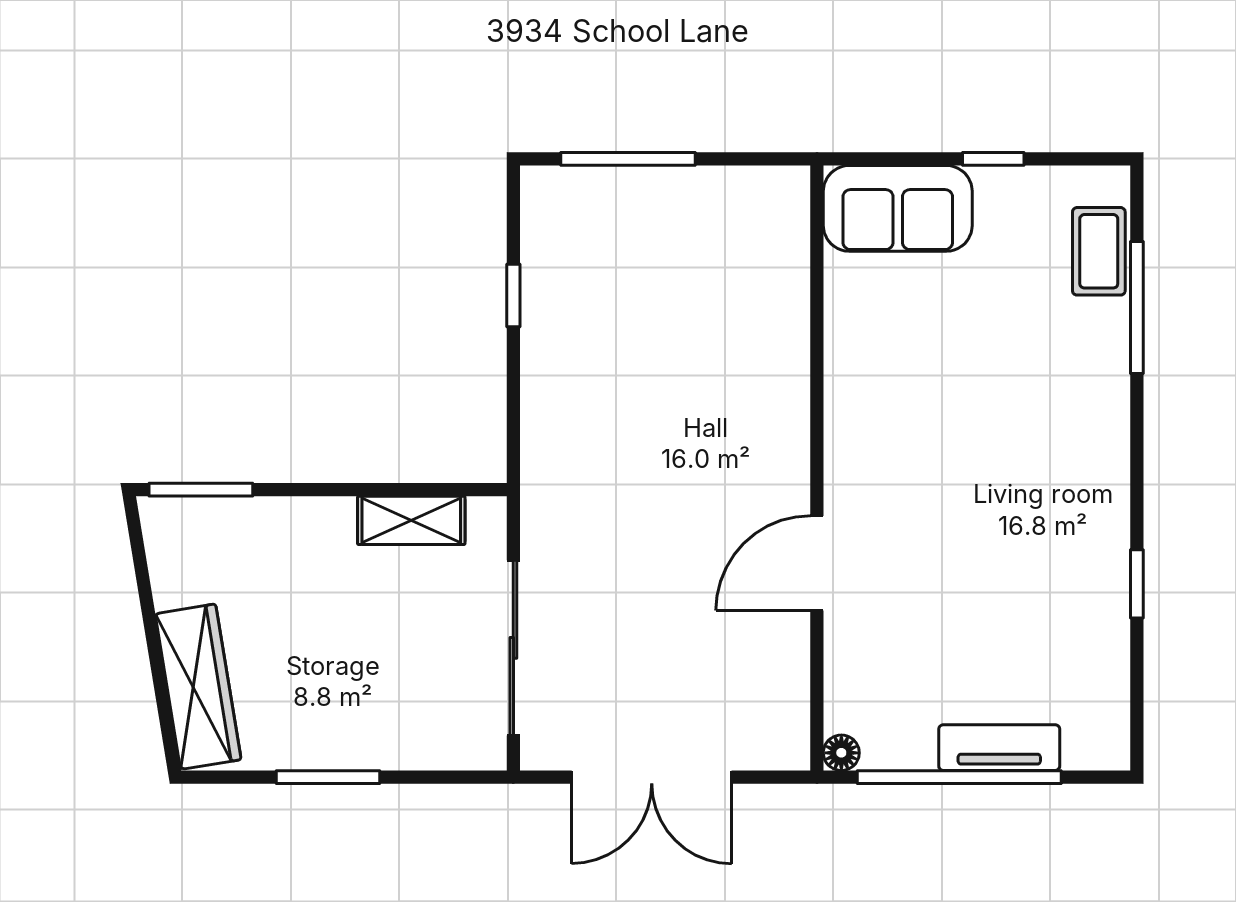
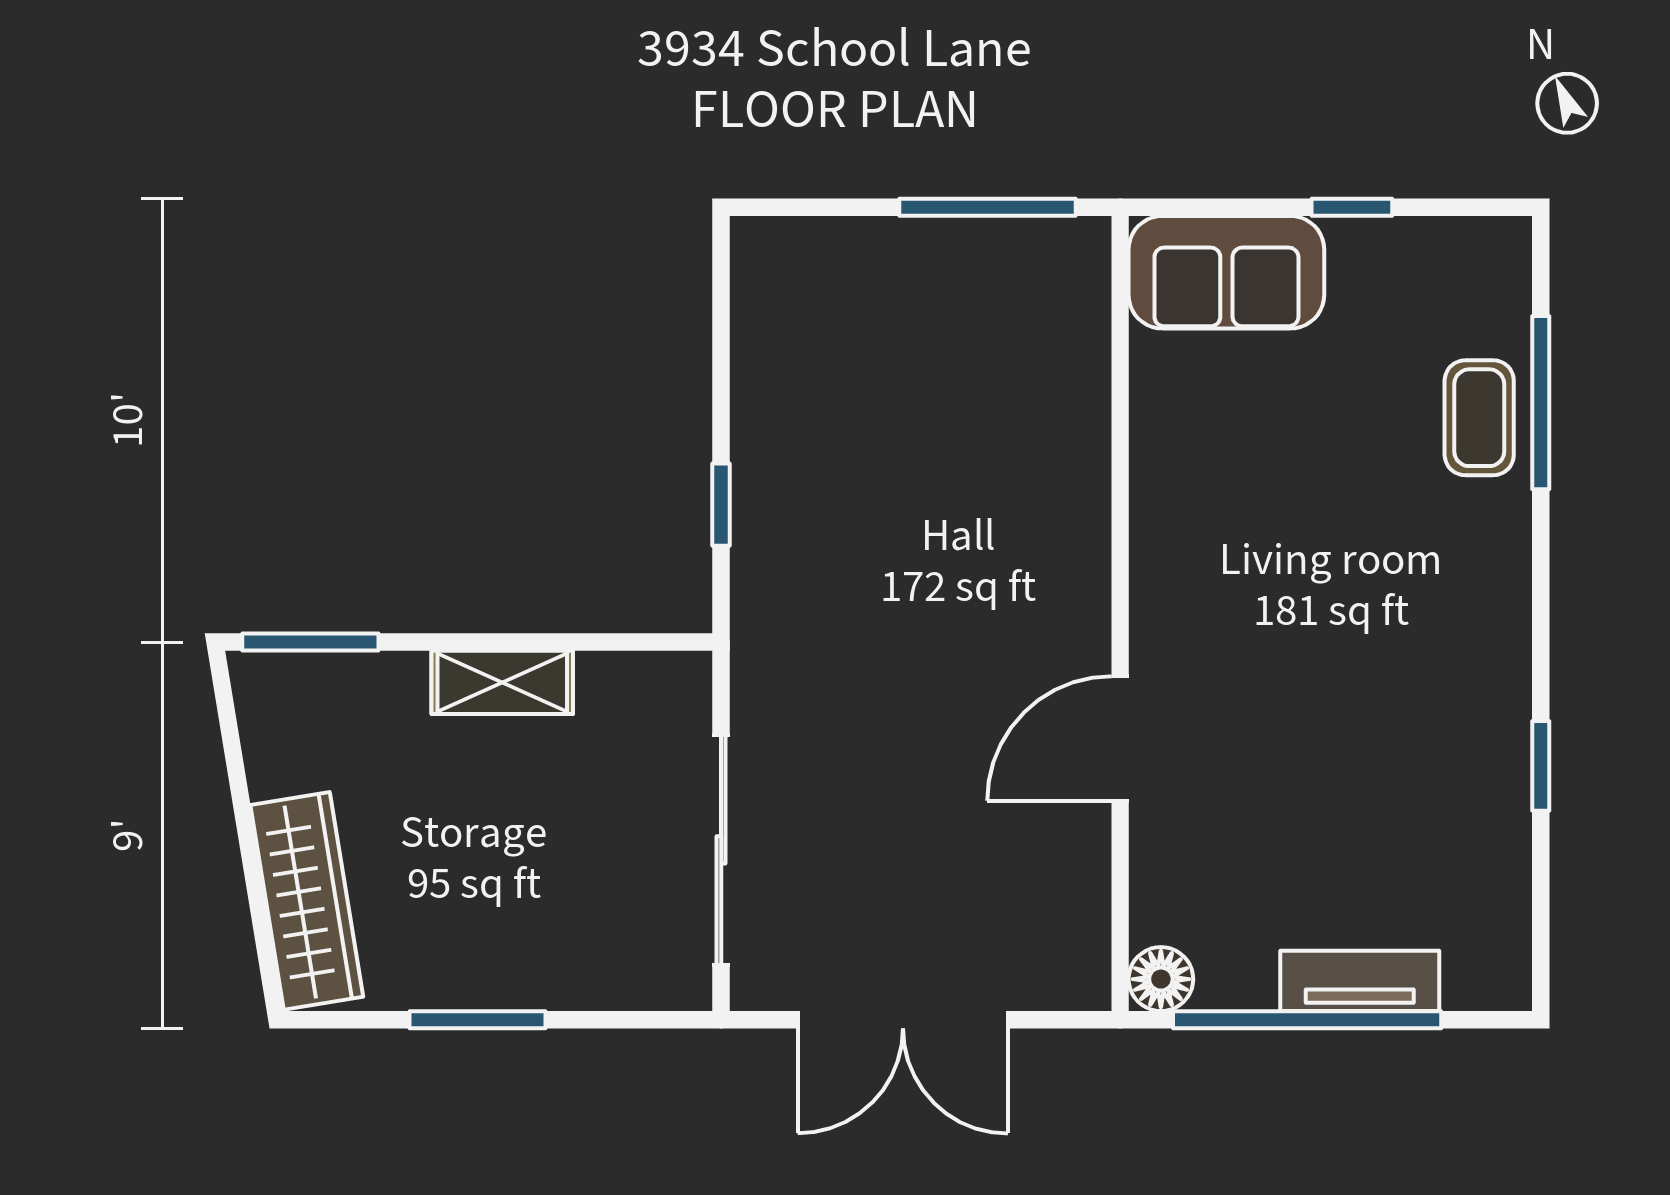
window: (628, 159) -> (987, 207), moved
coffee table: (1099, 251) -> (1479, 418), moved
window: (513, 295) -> (721, 505), moved
shelving: (411, 520) -> (502, 682), moved
floor lamp: (841, 753) -> (1161, 979), width x1.37, depth x1.37

